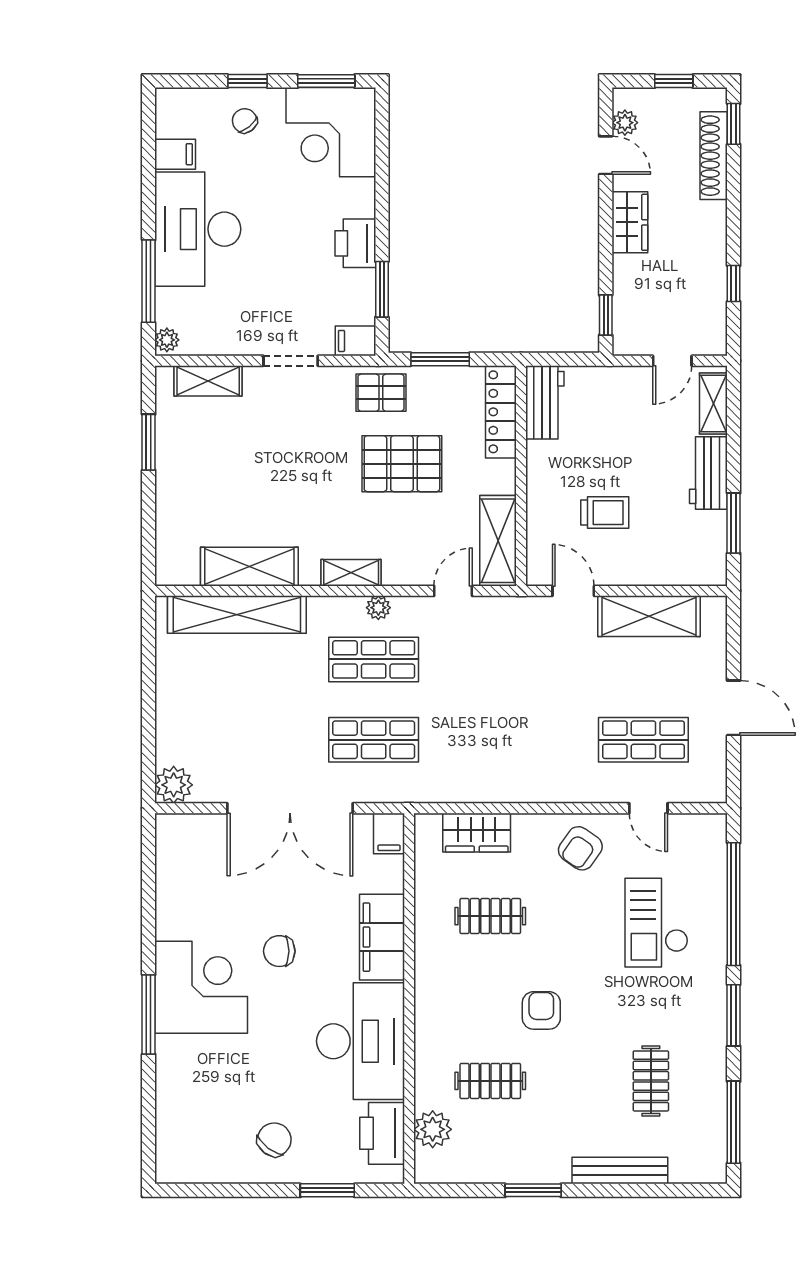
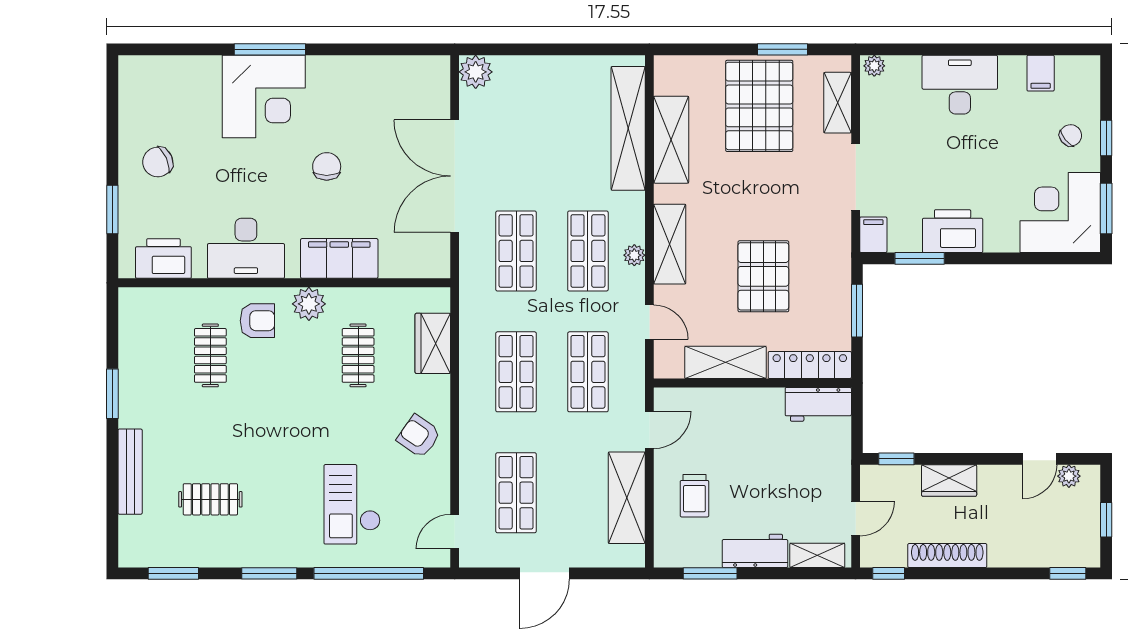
shoe rack: (714, 156) -> (947, 556), moved
wardrobe: (630, 222) -> (949, 481), moved
desk: (198, 229) -> (960, 85), width x0.73, depth x0.77
printer: (355, 243) -> (953, 231), width x1.37, depth x1.19
window: (149, 281) -> (927, 49), removed
window: (734, 284) -> (889, 573), moved
doorway: (291, 361) -> (856, 177), width x1.38
door: (672, 361) -> (856, 519), swing flipped
pallet: (381, 393) -> (759, 106), moved, width x2.05, depth x2.00
trolley: (605, 513) -> (694, 496), moved
shelving: (498, 541) -> (725, 362), moved
shelving: (351, 573) -> (670, 244), width x1.50, depth x1.33
shop shelf: (509, 659) -> (588, 372), added
shop shelf: (509, 740) -> (516, 372), added
door: (648, 808) -> (455, 532), moved
filing cabinet: (389, 834) -> (432, 265), removed
checkout: (656, 923) -> (352, 504), turned -90
corner desk: (201, 987) -> (264, 96), moved
armchair: (541, 1010) -> (257, 321), moved
desk: (361, 1041) -> (246, 248), width x0.73, depth x0.77
window: (734, 1122) -> (173, 573), width x0.69
plant: (433, 1129) -> (309, 304), moved
chair: (274, 1140) -> (158, 162), turned 119

